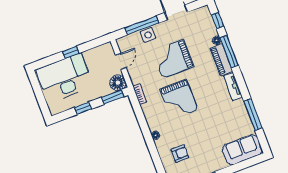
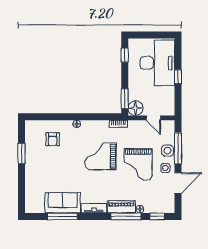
side table: (166, 31) -> (165, 168), added
grand piano: (173, 59) -> (138, 165), turned 180
window: (83, 108) -> (125, 55), moved
sofa: (242, 150) -> (63, 203), moved, turned -90

